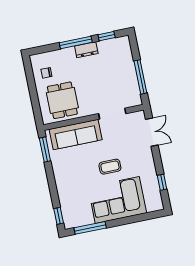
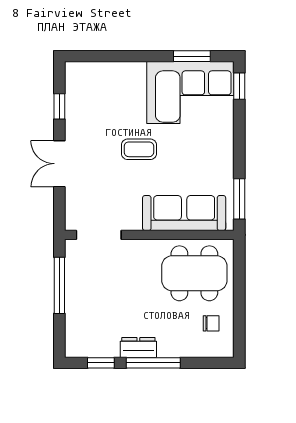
dining table: (62, 100) -> (194, 273), width x1.38
doorway: (112, 114) -> (99, 235), moved
double door: (152, 132) -> (59, 164), moved
corner sofa: (117, 200) -> (190, 92), moved
window: (90, 228) -> (192, 56), width x0.69

